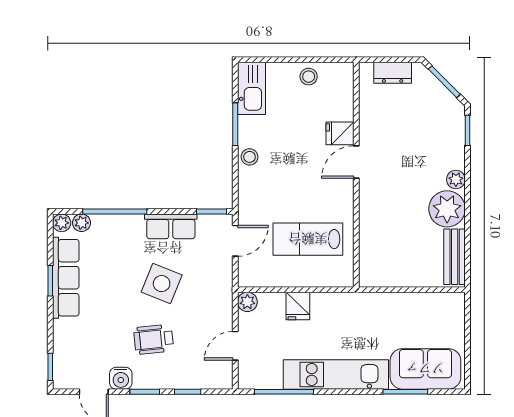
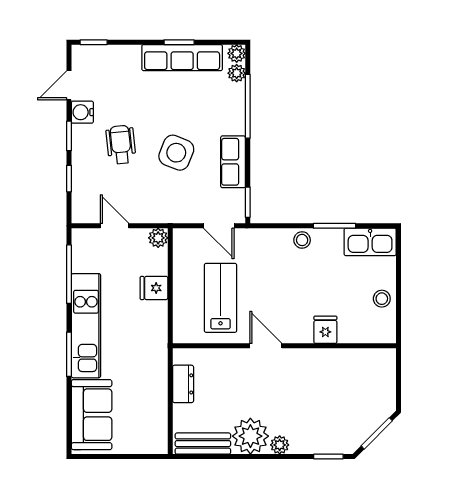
dresser: (393, 73) -> (183, 384), moved, turned 180
door: (356, 162) -> (266, 346), moved
window: (405, 392) -> (69, 354), moved

